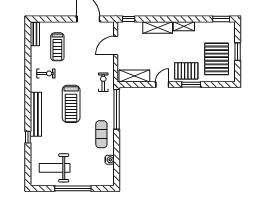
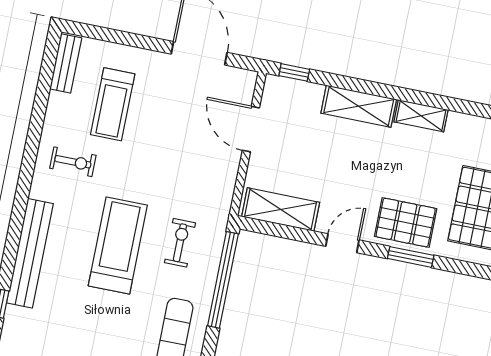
door: (116, 46) -> (251, 129), hinge flipped
exercise bike: (103, 82) -> (180, 243), moved
treadmill: (71, 104) -> (118, 245), turned 180

